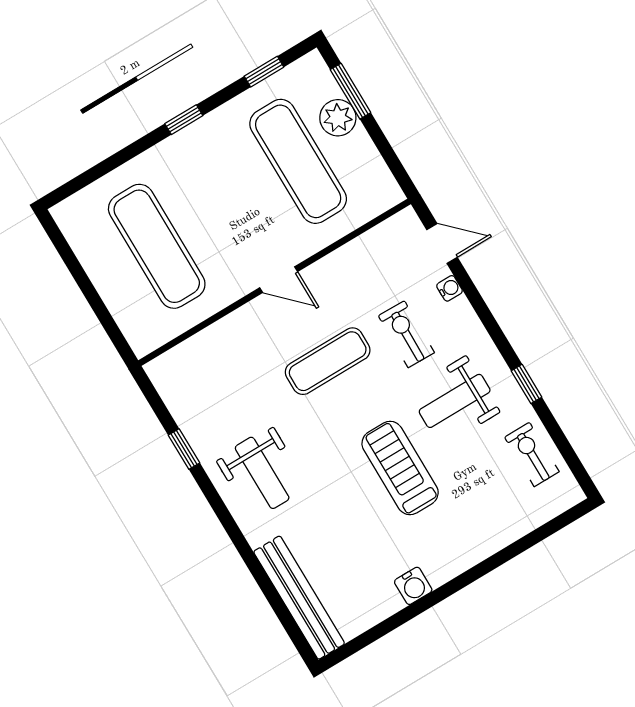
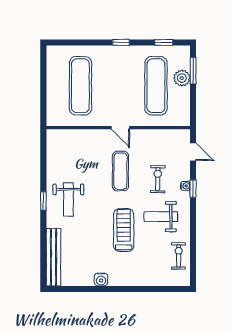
water cooler: (450, 288) -> (185, 186), moved
exercise mat: (328, 361) -> (120, 171), turned 90
window: (526, 384) -> (193, 189), moved
window: (184, 449) -> (43, 201), moved

